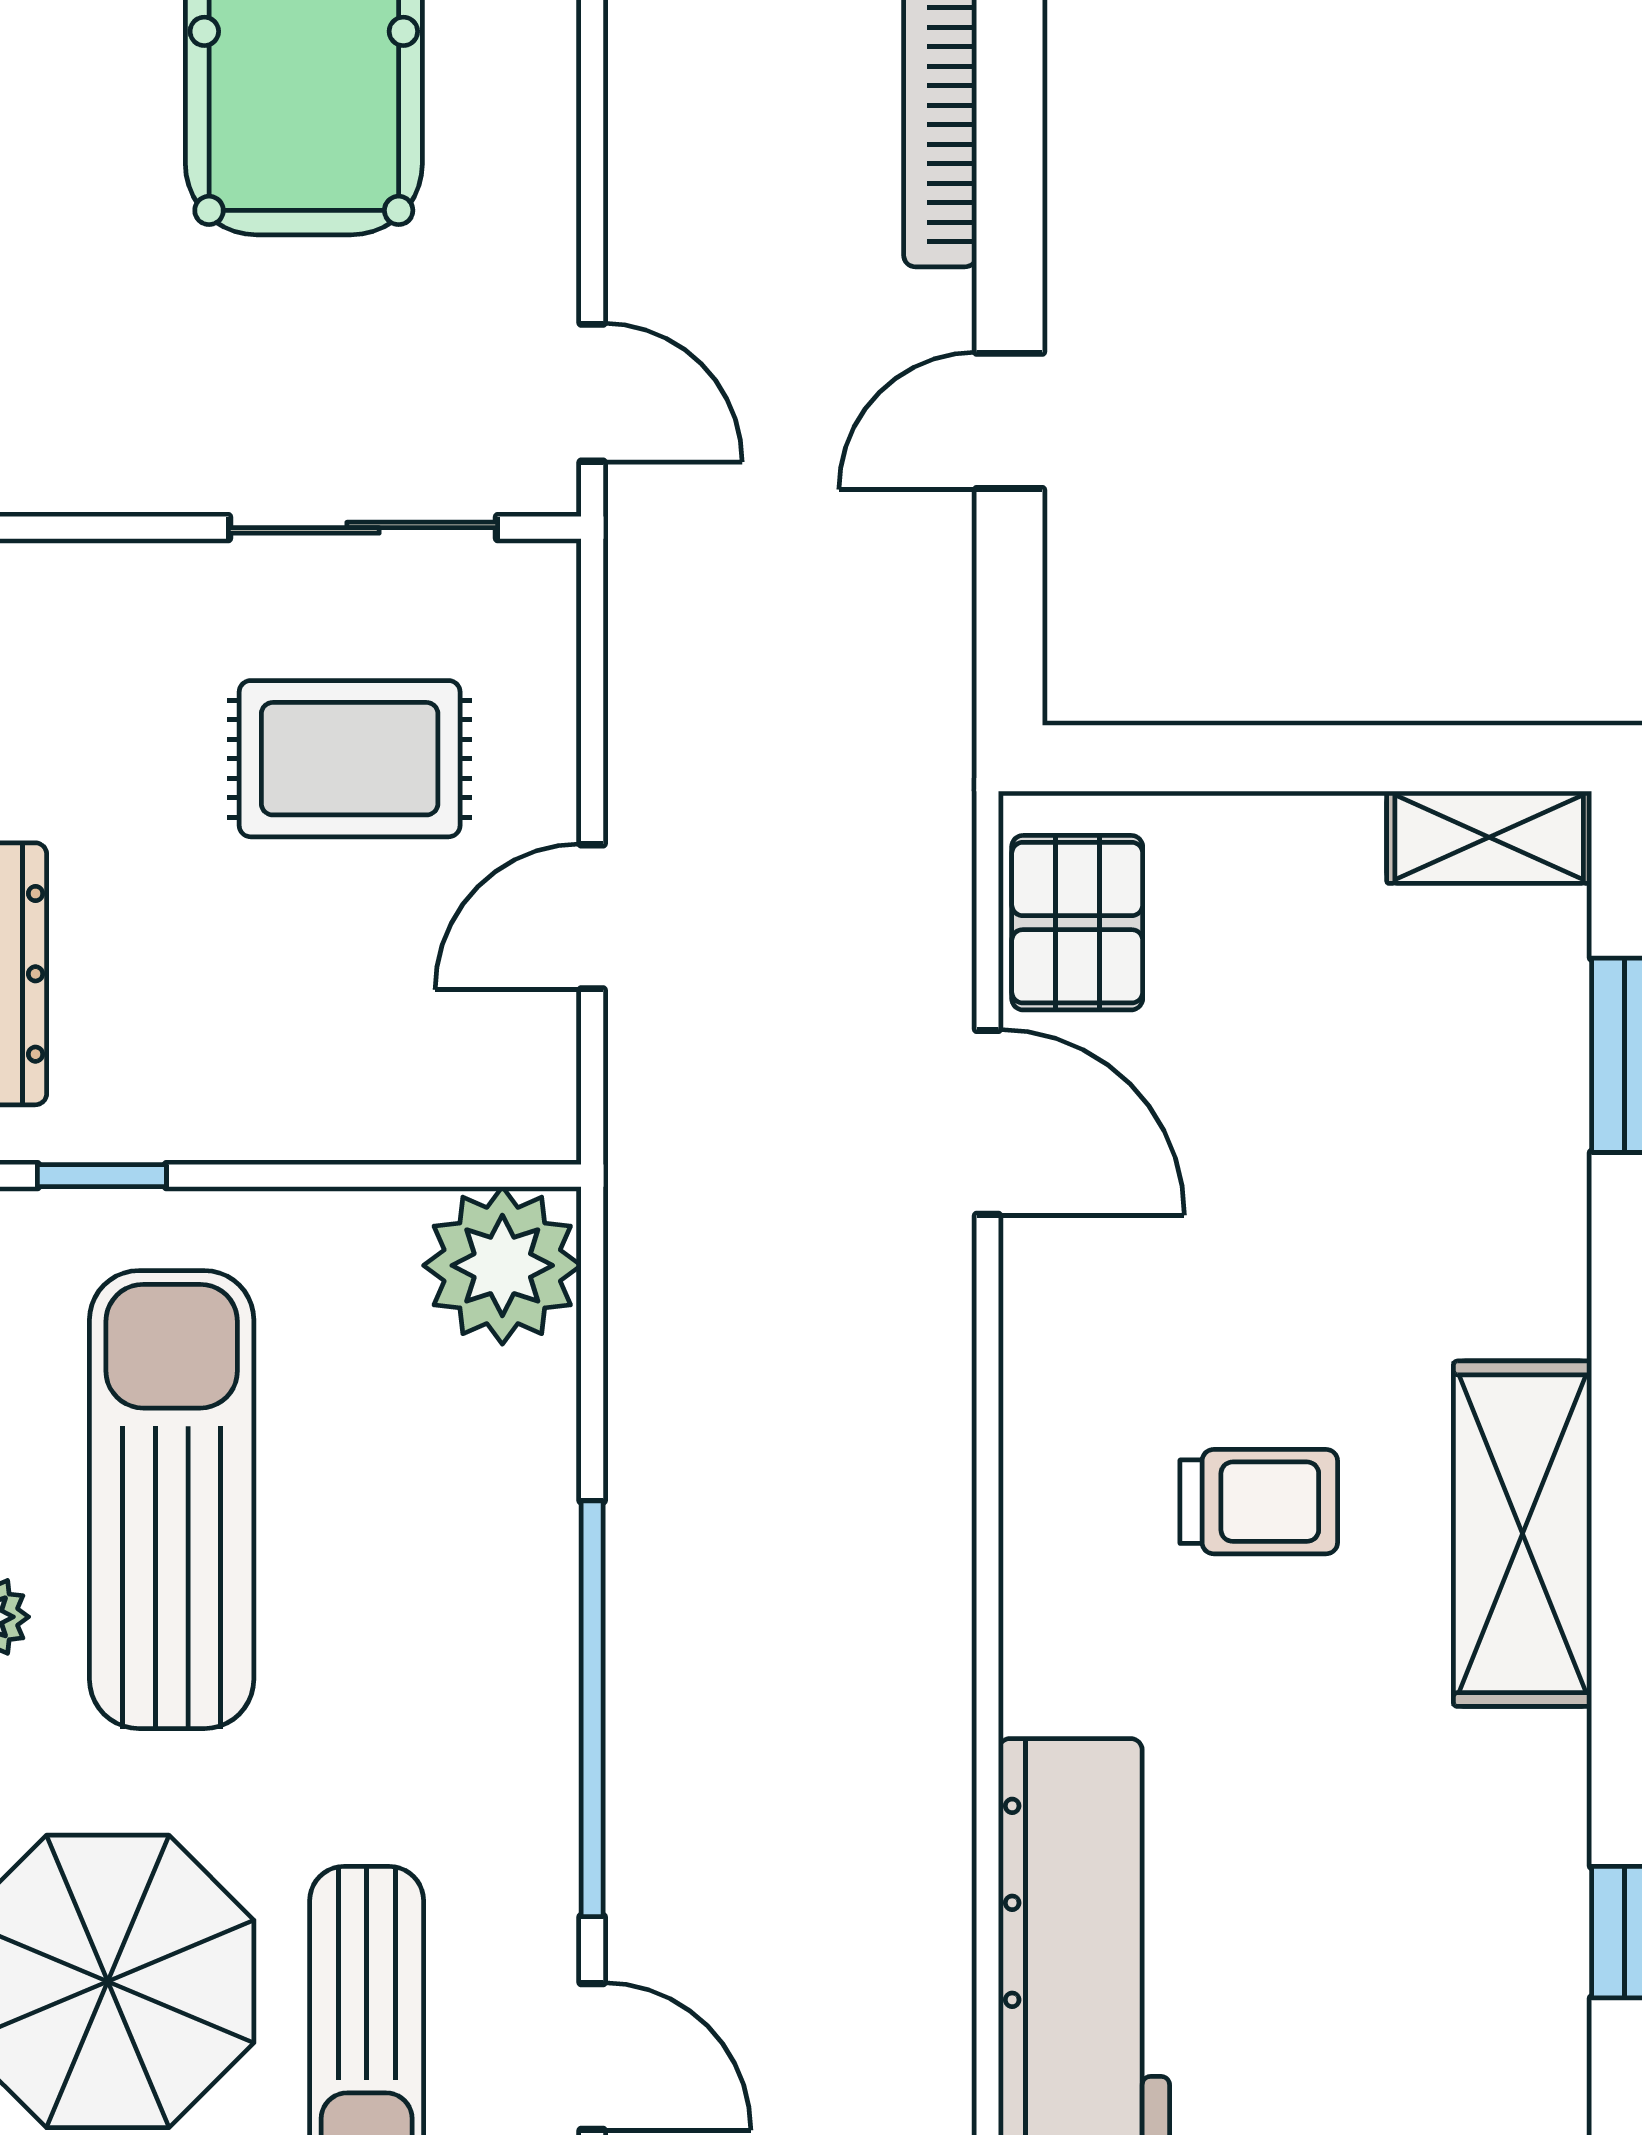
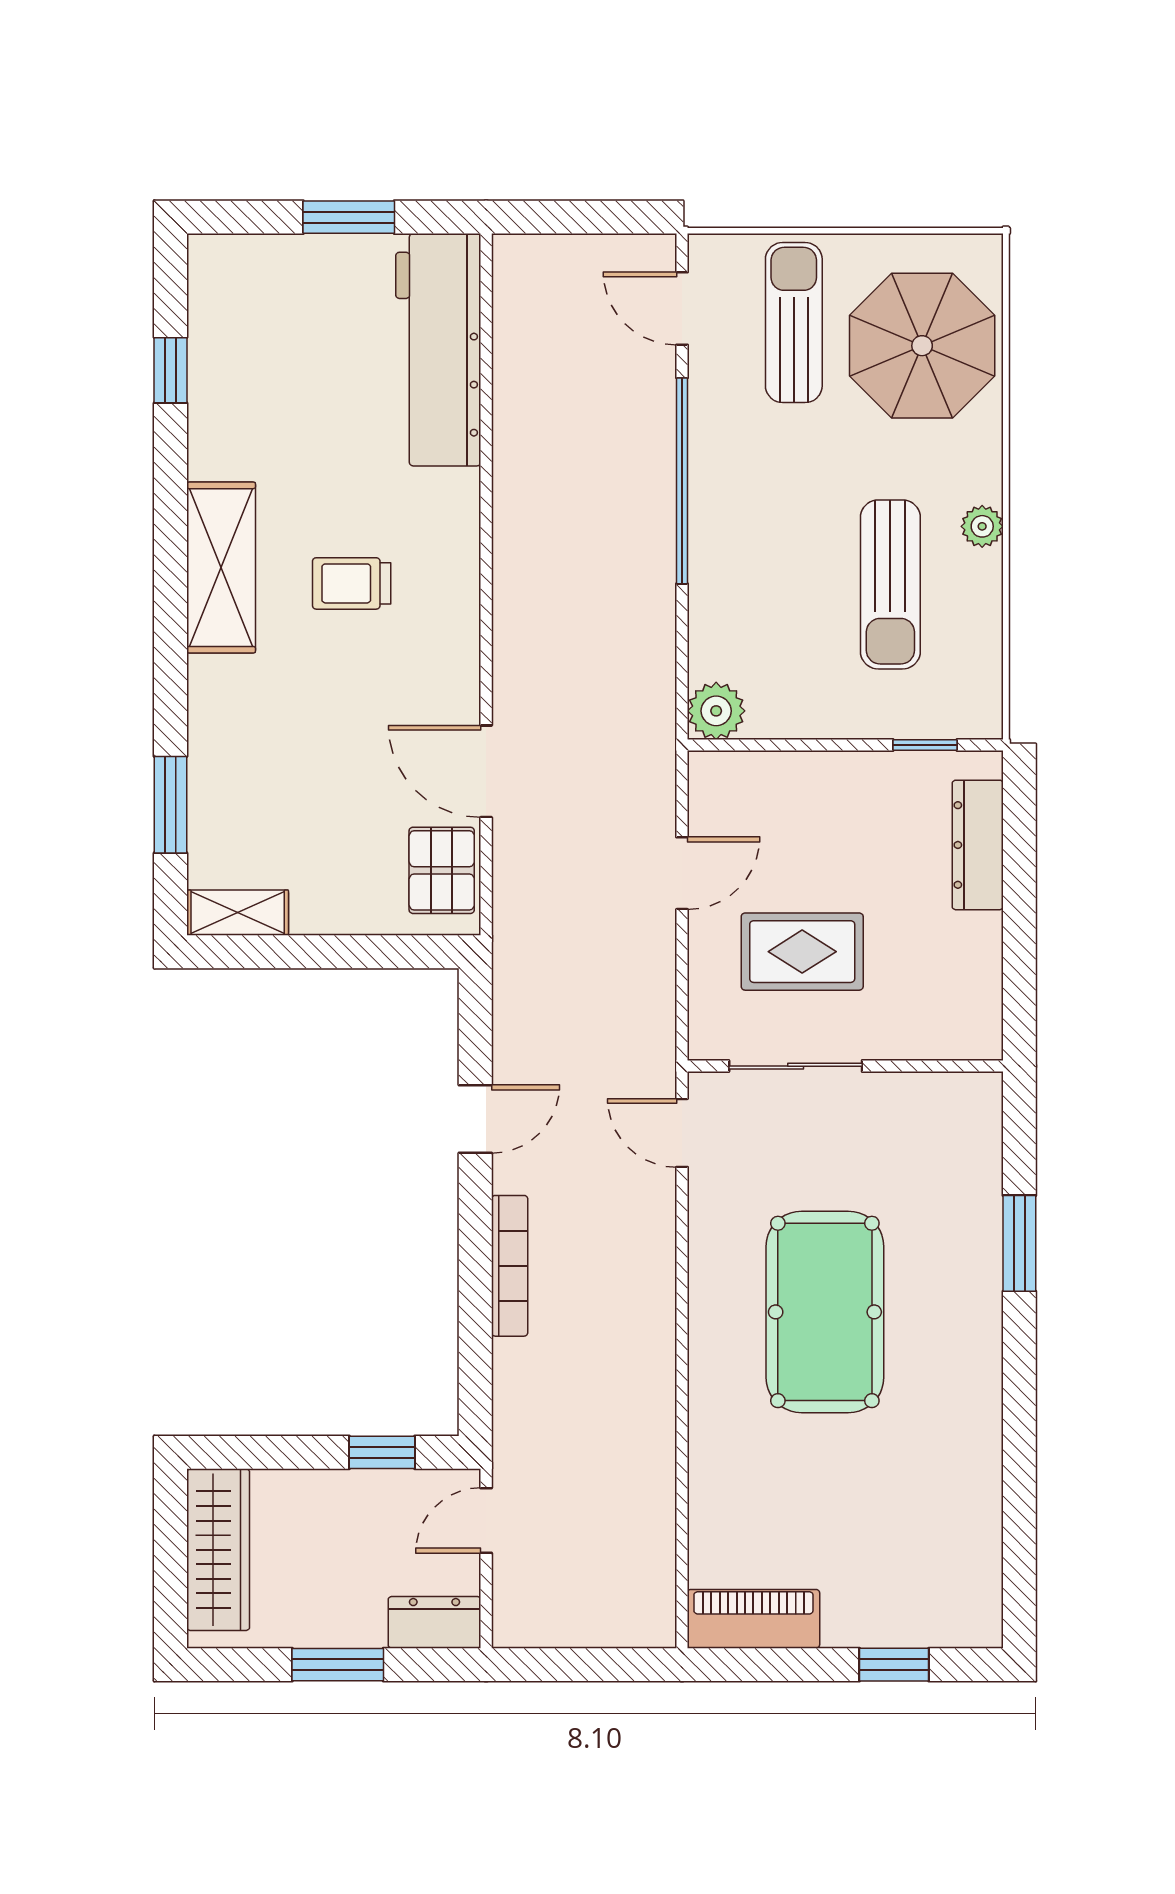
plant: (502, 1265) -> (716, 711), width x0.73, depth x0.73
sun lounger: (172, 1500) -> (890, 584), width x0.73, depth x0.75

